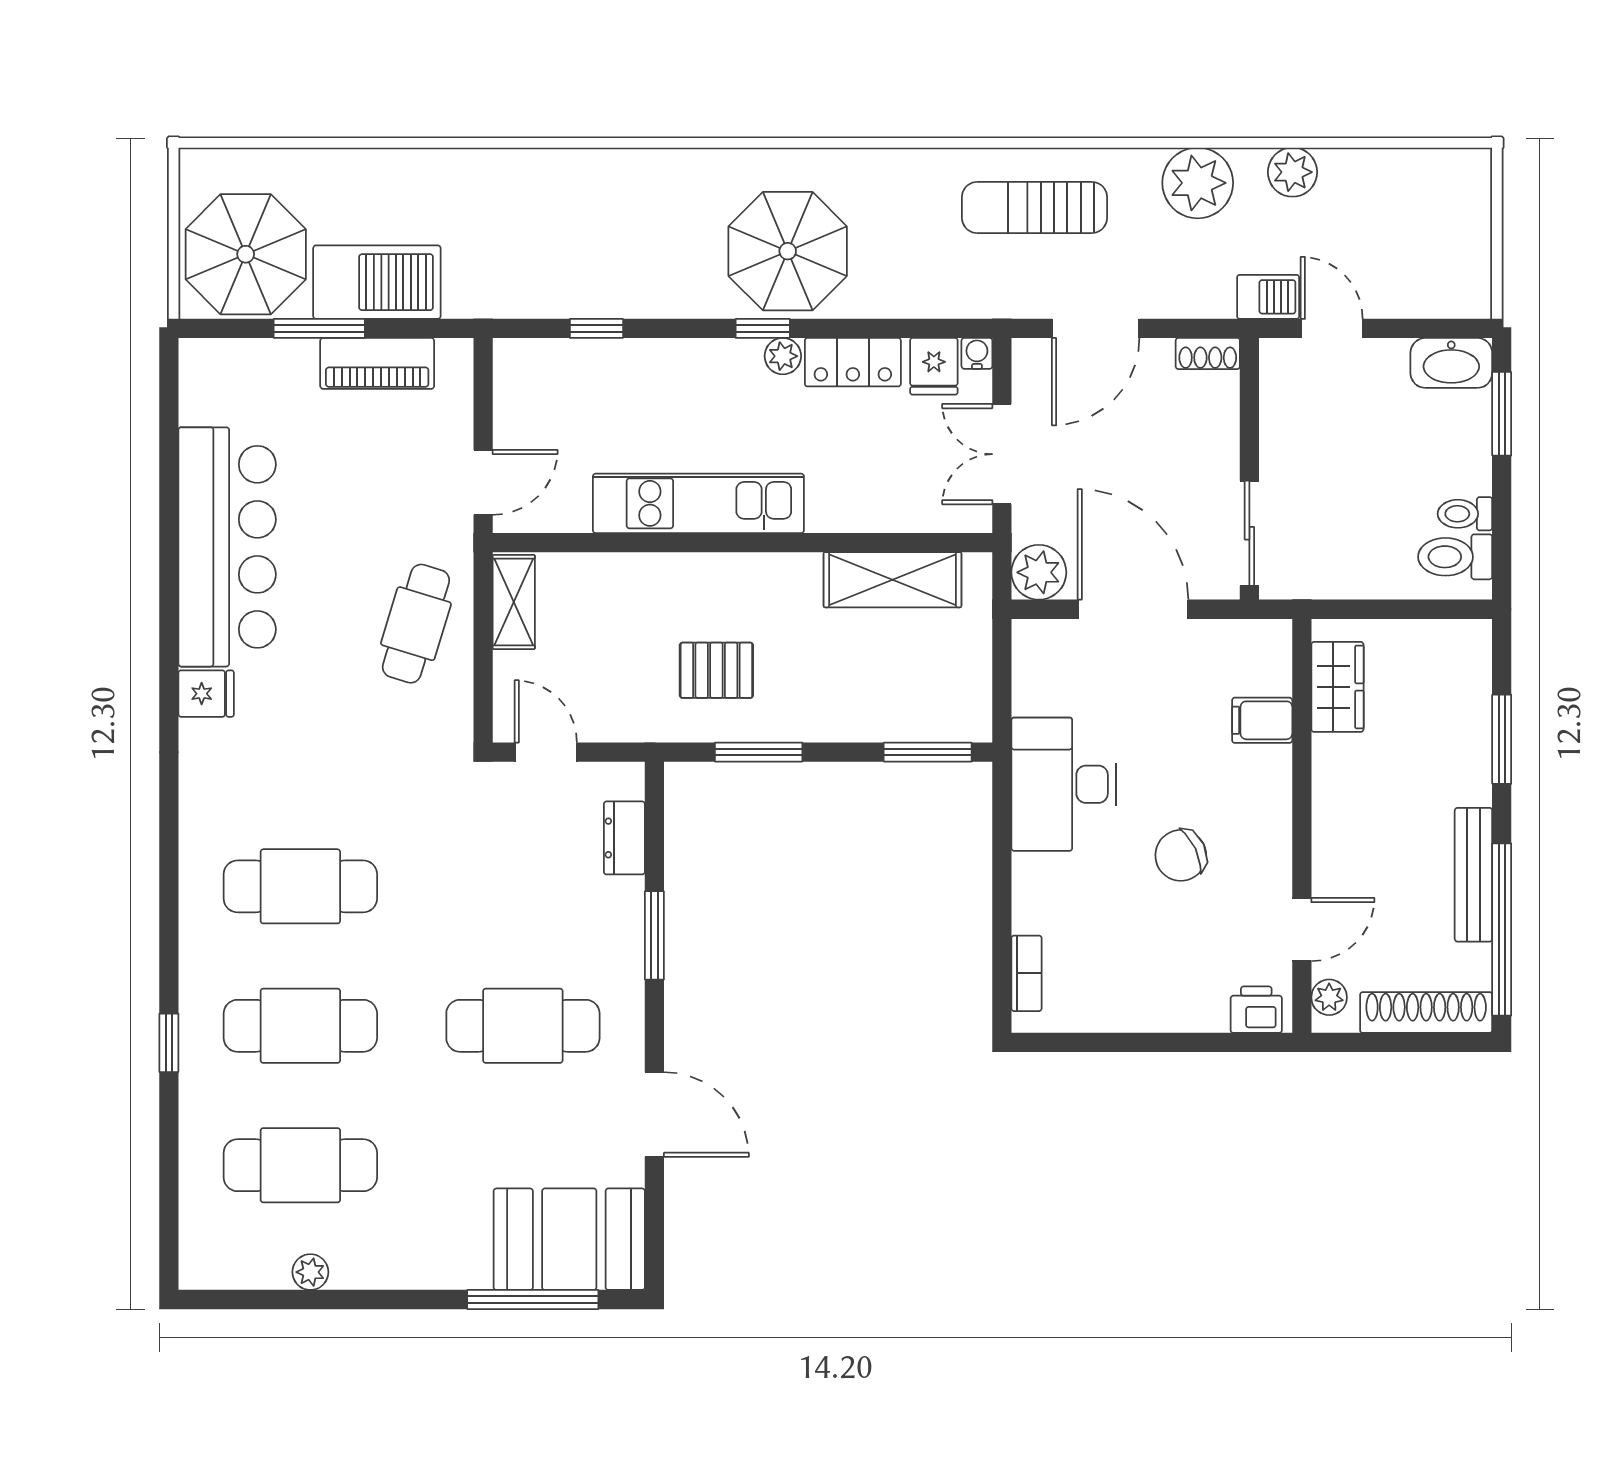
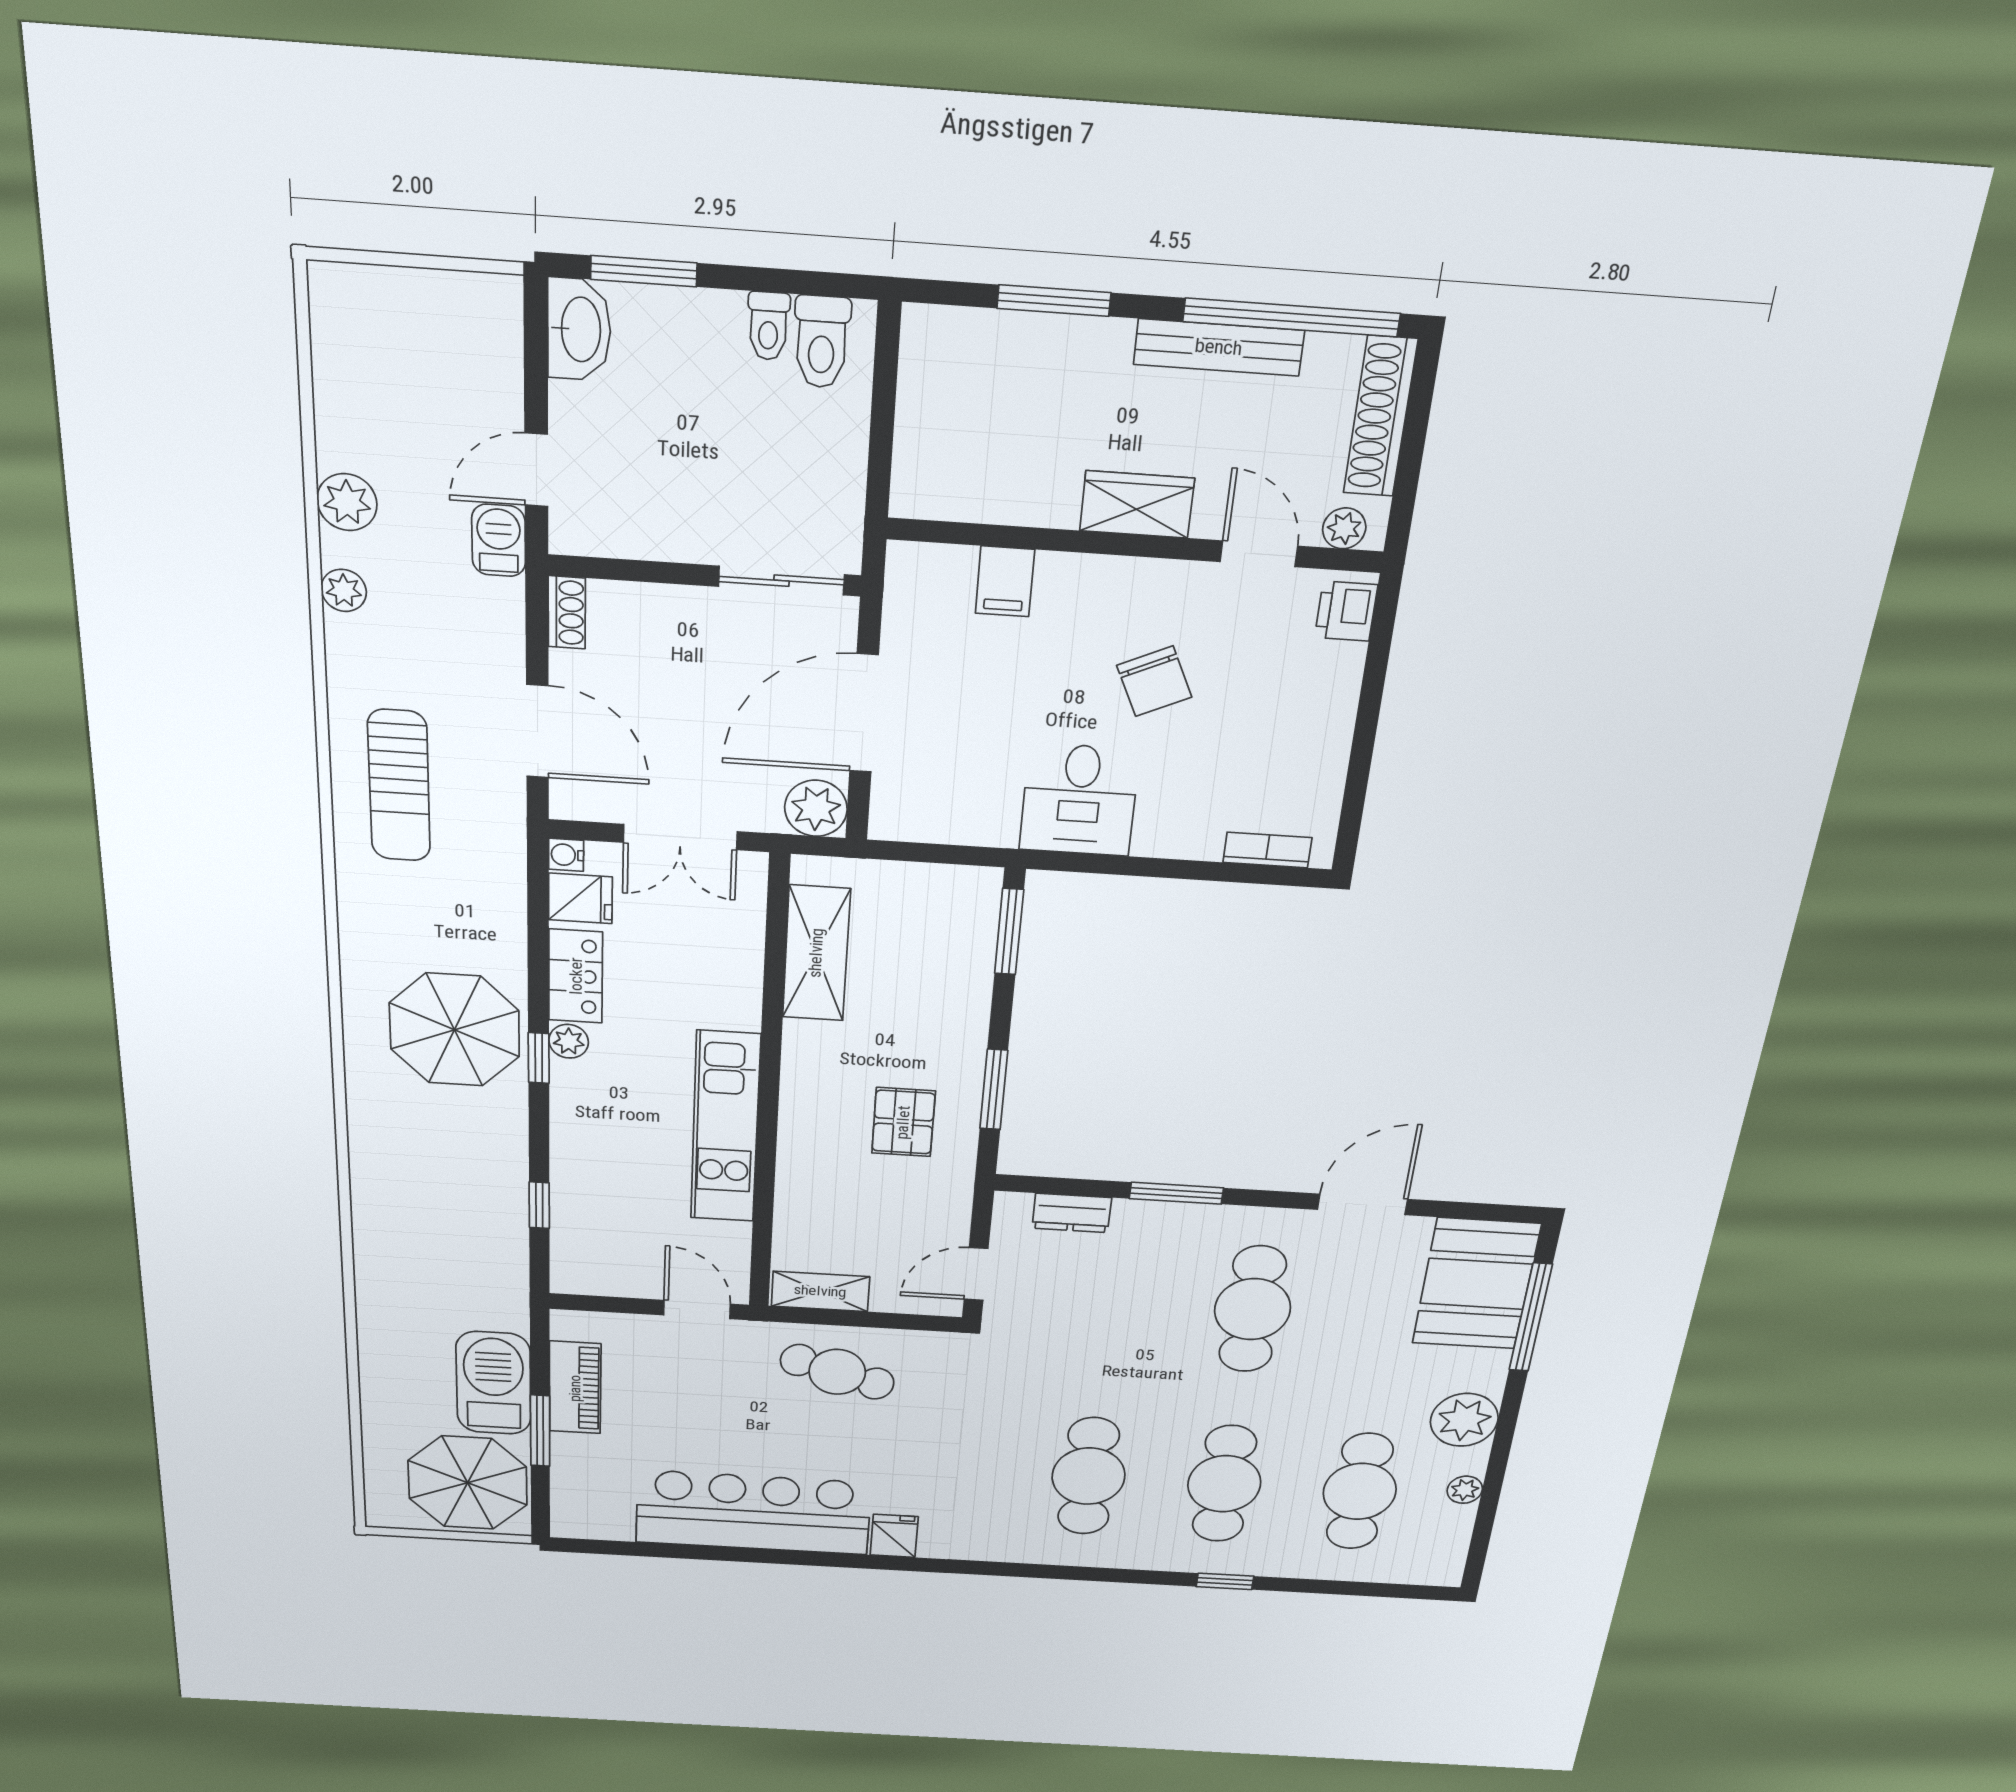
plant: (1198, 183) -> (344, 590), width x0.53, depth x0.53
wardrobe: (1337, 687) -> (1137, 504), moved
desk: (1064, 784) -> (1079, 800), width x0.73
plant: (401, 1256) -> (1464, 1420), added

